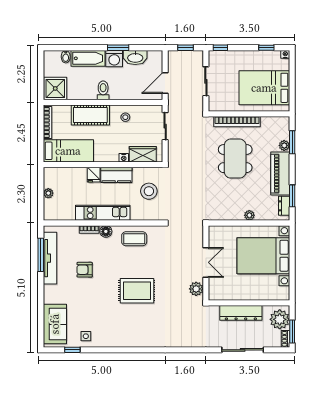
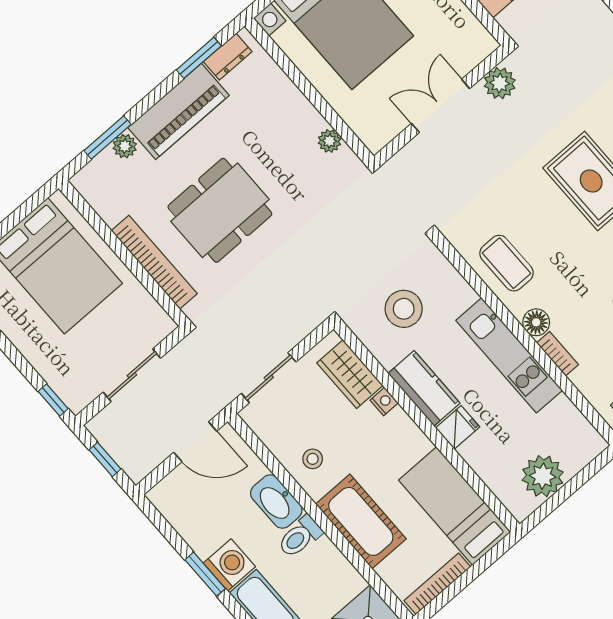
washbasin: (135, 58) -> (276, 502), moved, turned 180
plant: (48, 193) -> (543, 476), width x1.88, depth x1.88
plant: (249, 215) -> (329, 141), moved

